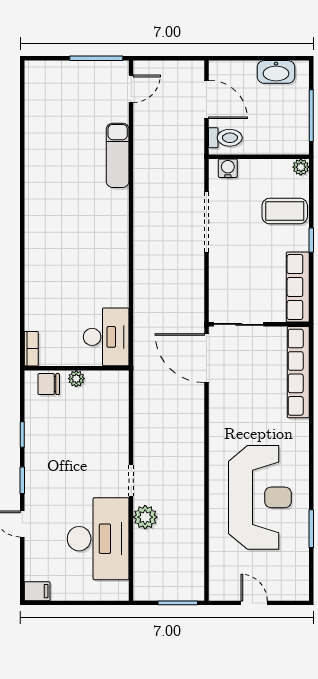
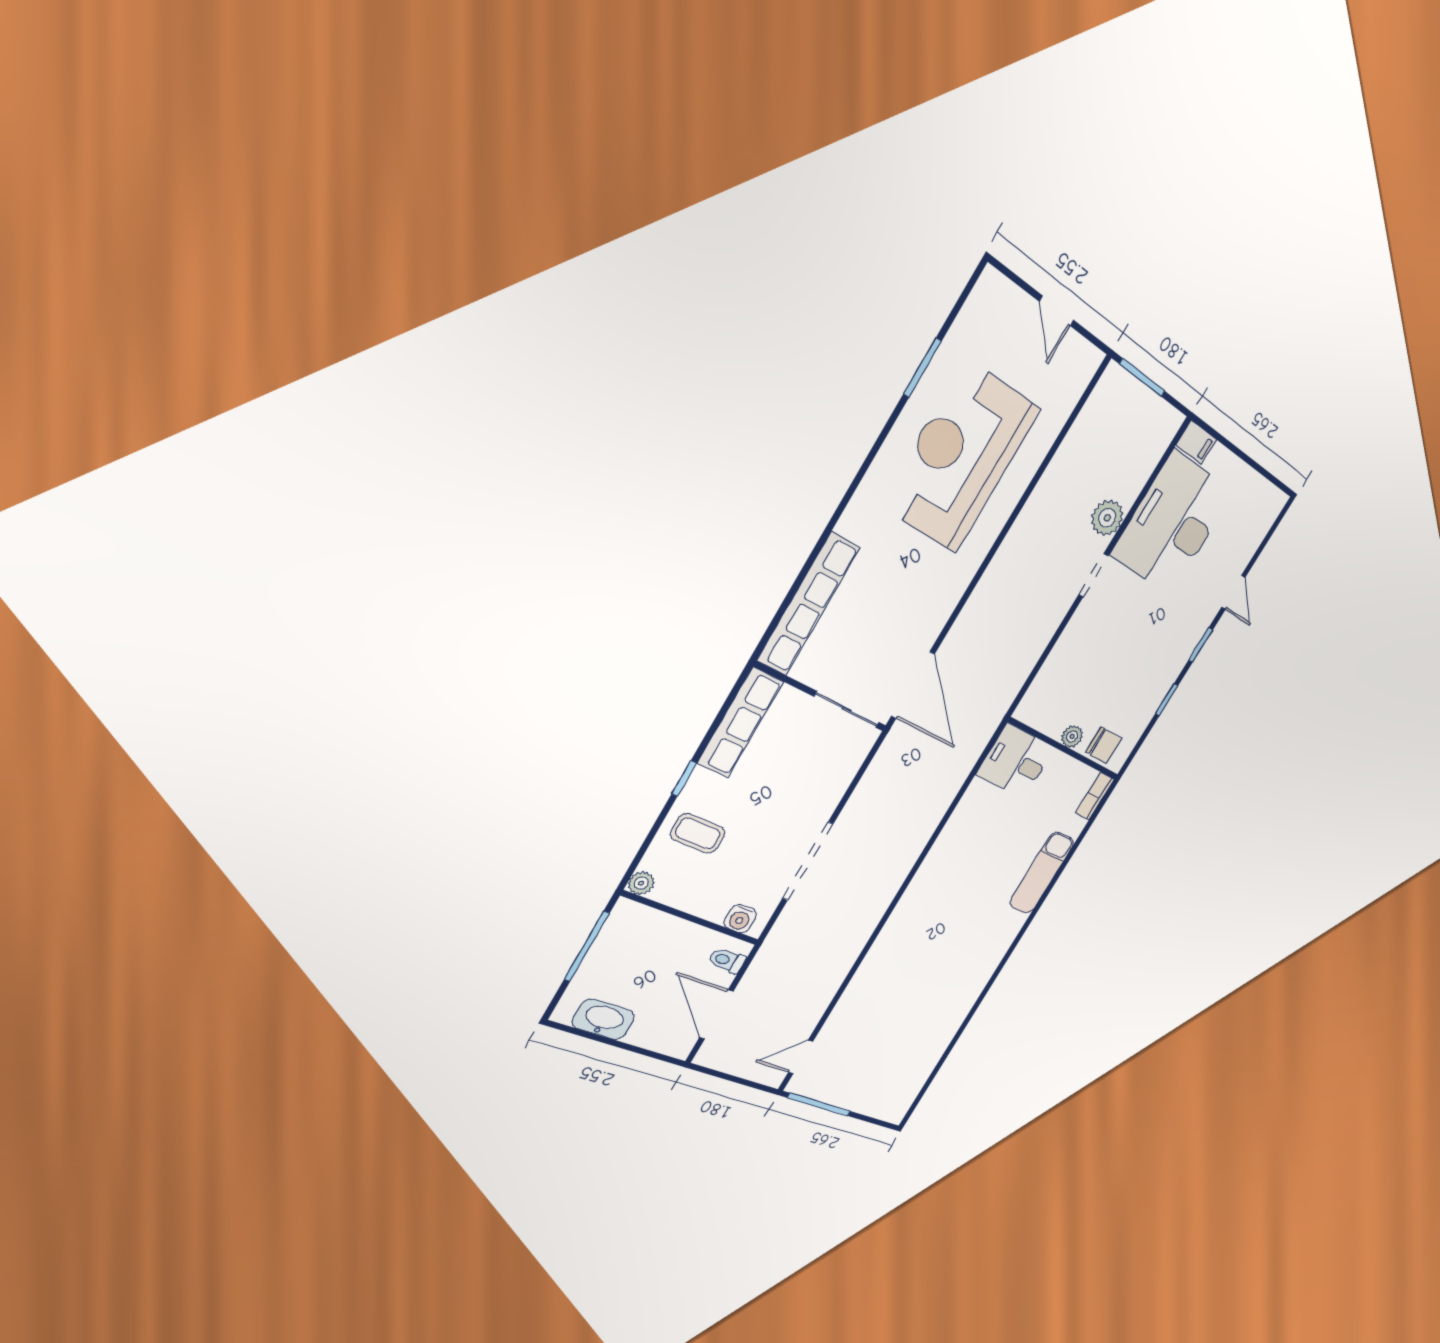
toilet: (225, 138) -> (727, 961), width x0.73, depth x0.72
exam couch: (118, 155) -> (1042, 873), moved, turned 180
coffee table: (285, 211) -> (698, 833), width x0.73, depth x0.77
desk: (106, 337) -> (1016, 761), width x0.73
filing cabinet: (37, 591) -> (1196, 442), moved, turned 180

